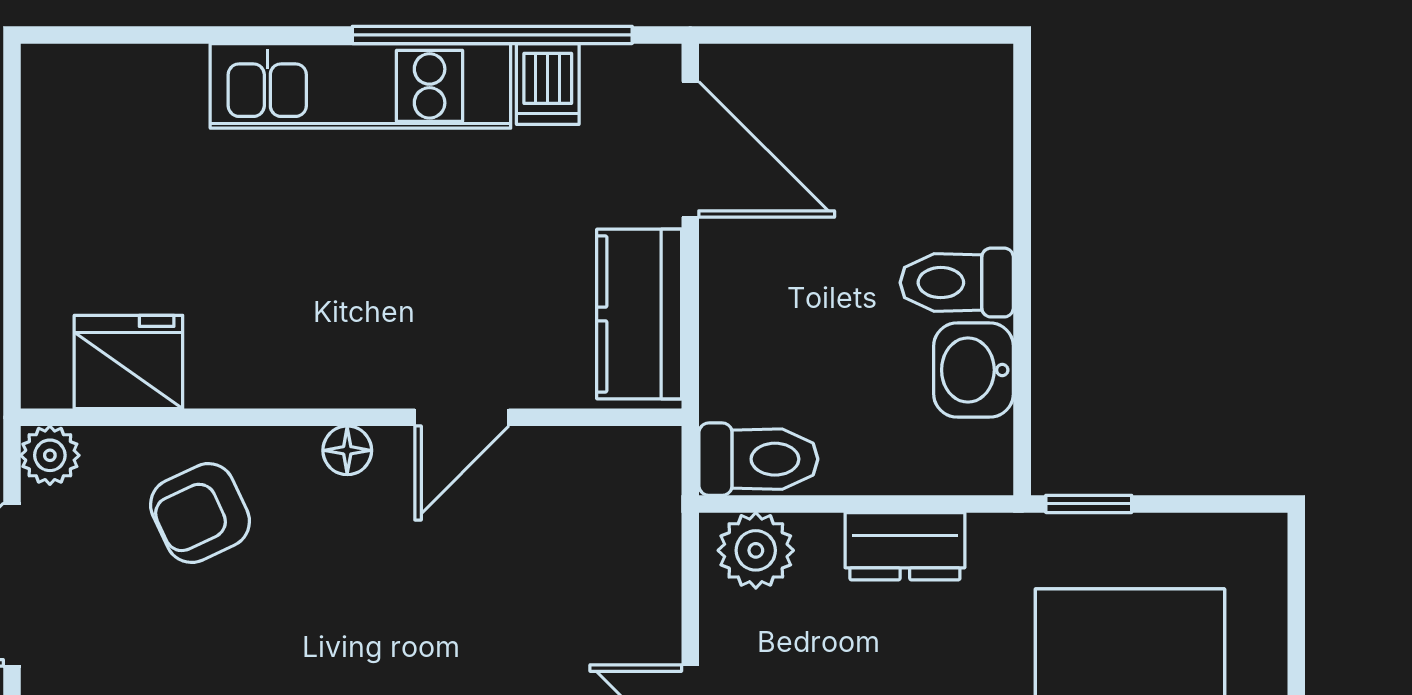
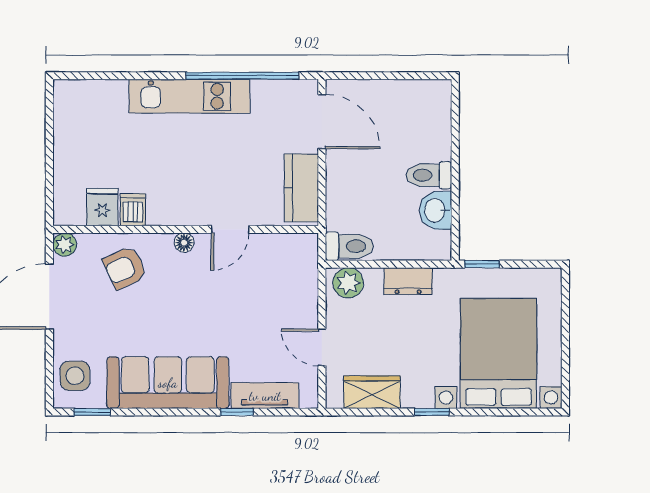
dishwasher: (548, 84) -> (133, 210), moved, turned 180
fridge: (128, 362) -> (102, 207), width x0.72

